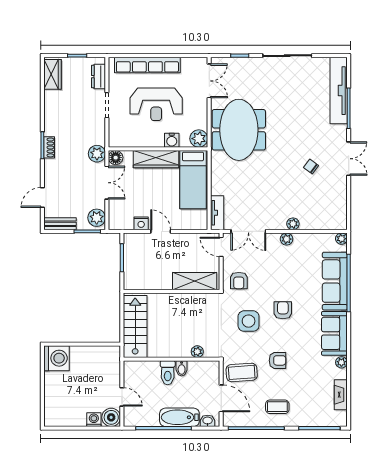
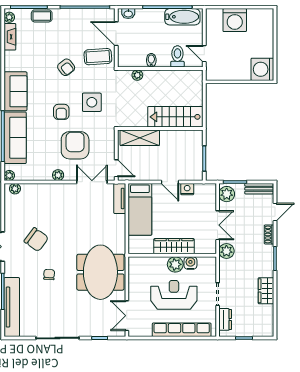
wardrobe: (52, 74) -> (266, 291), moved
chair: (297, 127) -> (49, 275), added
plant: (199, 139) -> (175, 264), moved
water cooler: (172, 140) -> (190, 263), moved
shoe rack: (49, 147) -> (269, 234), moved
floor lamp: (116, 158) -> (210, 247), removed
chair: (311, 167) -> (36, 240), width x1.87, depth x1.87
bed: (193, 180) -> (140, 209), moved, turned 180
double door: (107, 183) -> (218, 225), swing flipped
plant: (293, 224) -> (15, 189), moved
armchair: (239, 281) -> (75, 145), moved, width x1.88, depth x1.88
stairs: (135, 326) -> (175, 117), moved, turned 90
armchair: (277, 360) -> (66, 67), turned -128
plant: (341, 362) -> (9, 17), moved
toilet: (168, 373) -> (177, 56), moved
door: (122, 397) -> (204, 54), moved
coffee table: (277, 407) -> (42, 16), moved
boiler: (111, 417) -> (214, 17), removed
bathtub: (179, 417) -> (182, 17), moved
washing machine: (94, 420) -> (235, 20), width x1.89, depth x1.89

